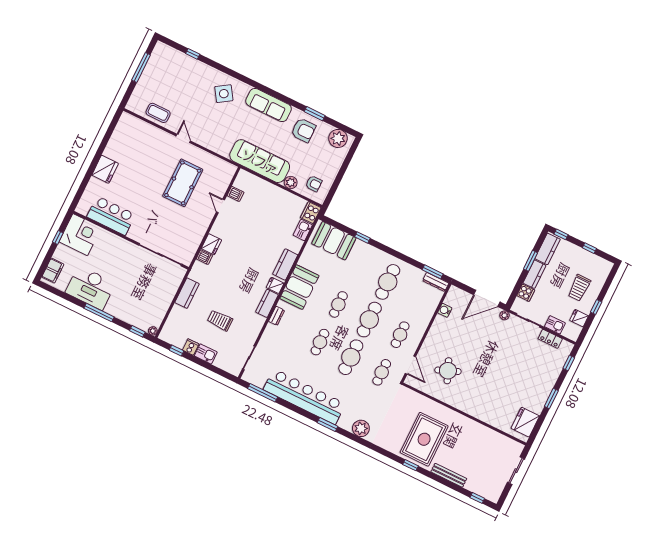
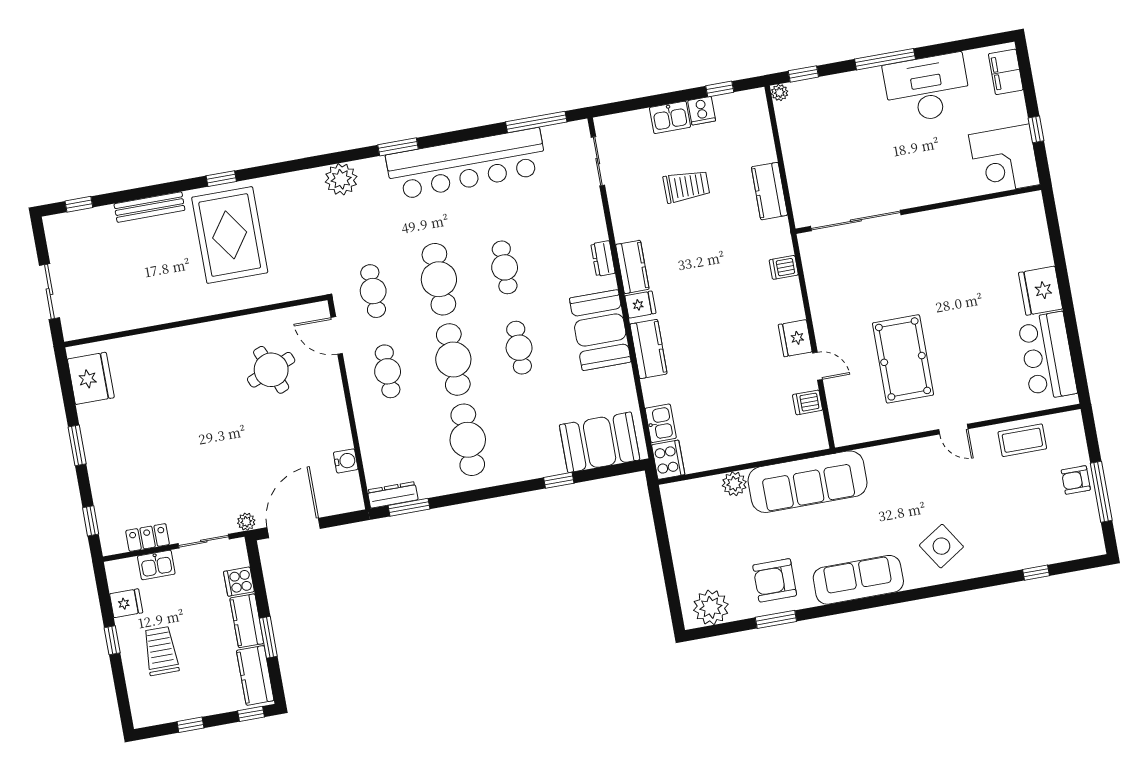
armchair: (314, 184) -> (1076, 480), moved
bar counter: (111, 216) -> (1047, 356), moved, turned 90
fridge: (211, 244) -> (795, 338), moved

